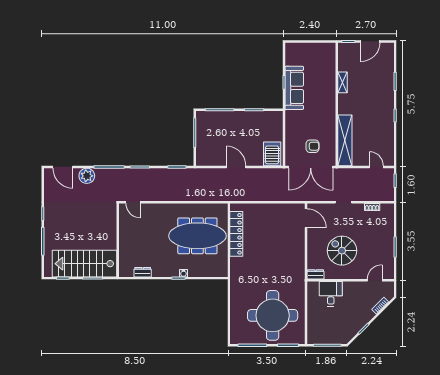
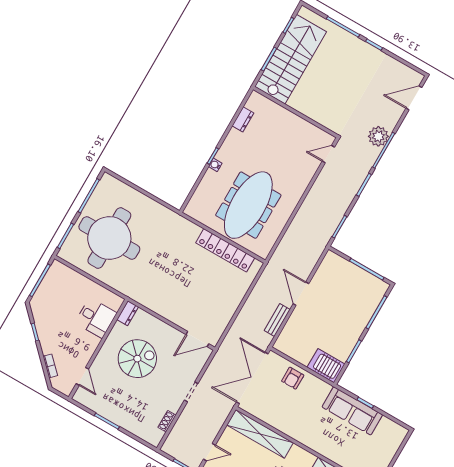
armchair: (312, 146) -> (293, 378), moved
server rack: (272, 154) -> (326, 366), moved, turned 180
door: (236, 167) -> (301, 294), swing flipped
bench: (263, 173) -> (277, 320), added
plant: (87, 176) -> (378, 136), moved

